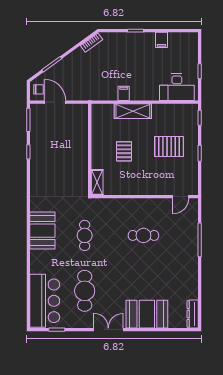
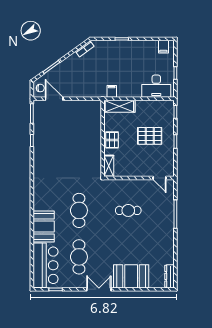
filing cabinet: (161, 40) -> (163, 47), moved
wall: (90, 149) -> (103, 138), moved
shelving: (97, 182) -> (109, 166), moved
door: (181, 197) -> (160, 178), hinge flipped
booth: (42, 231) -> (44, 227), moved
cafe table: (85, 235) -> (79, 210), width x1.37, depth x1.35

